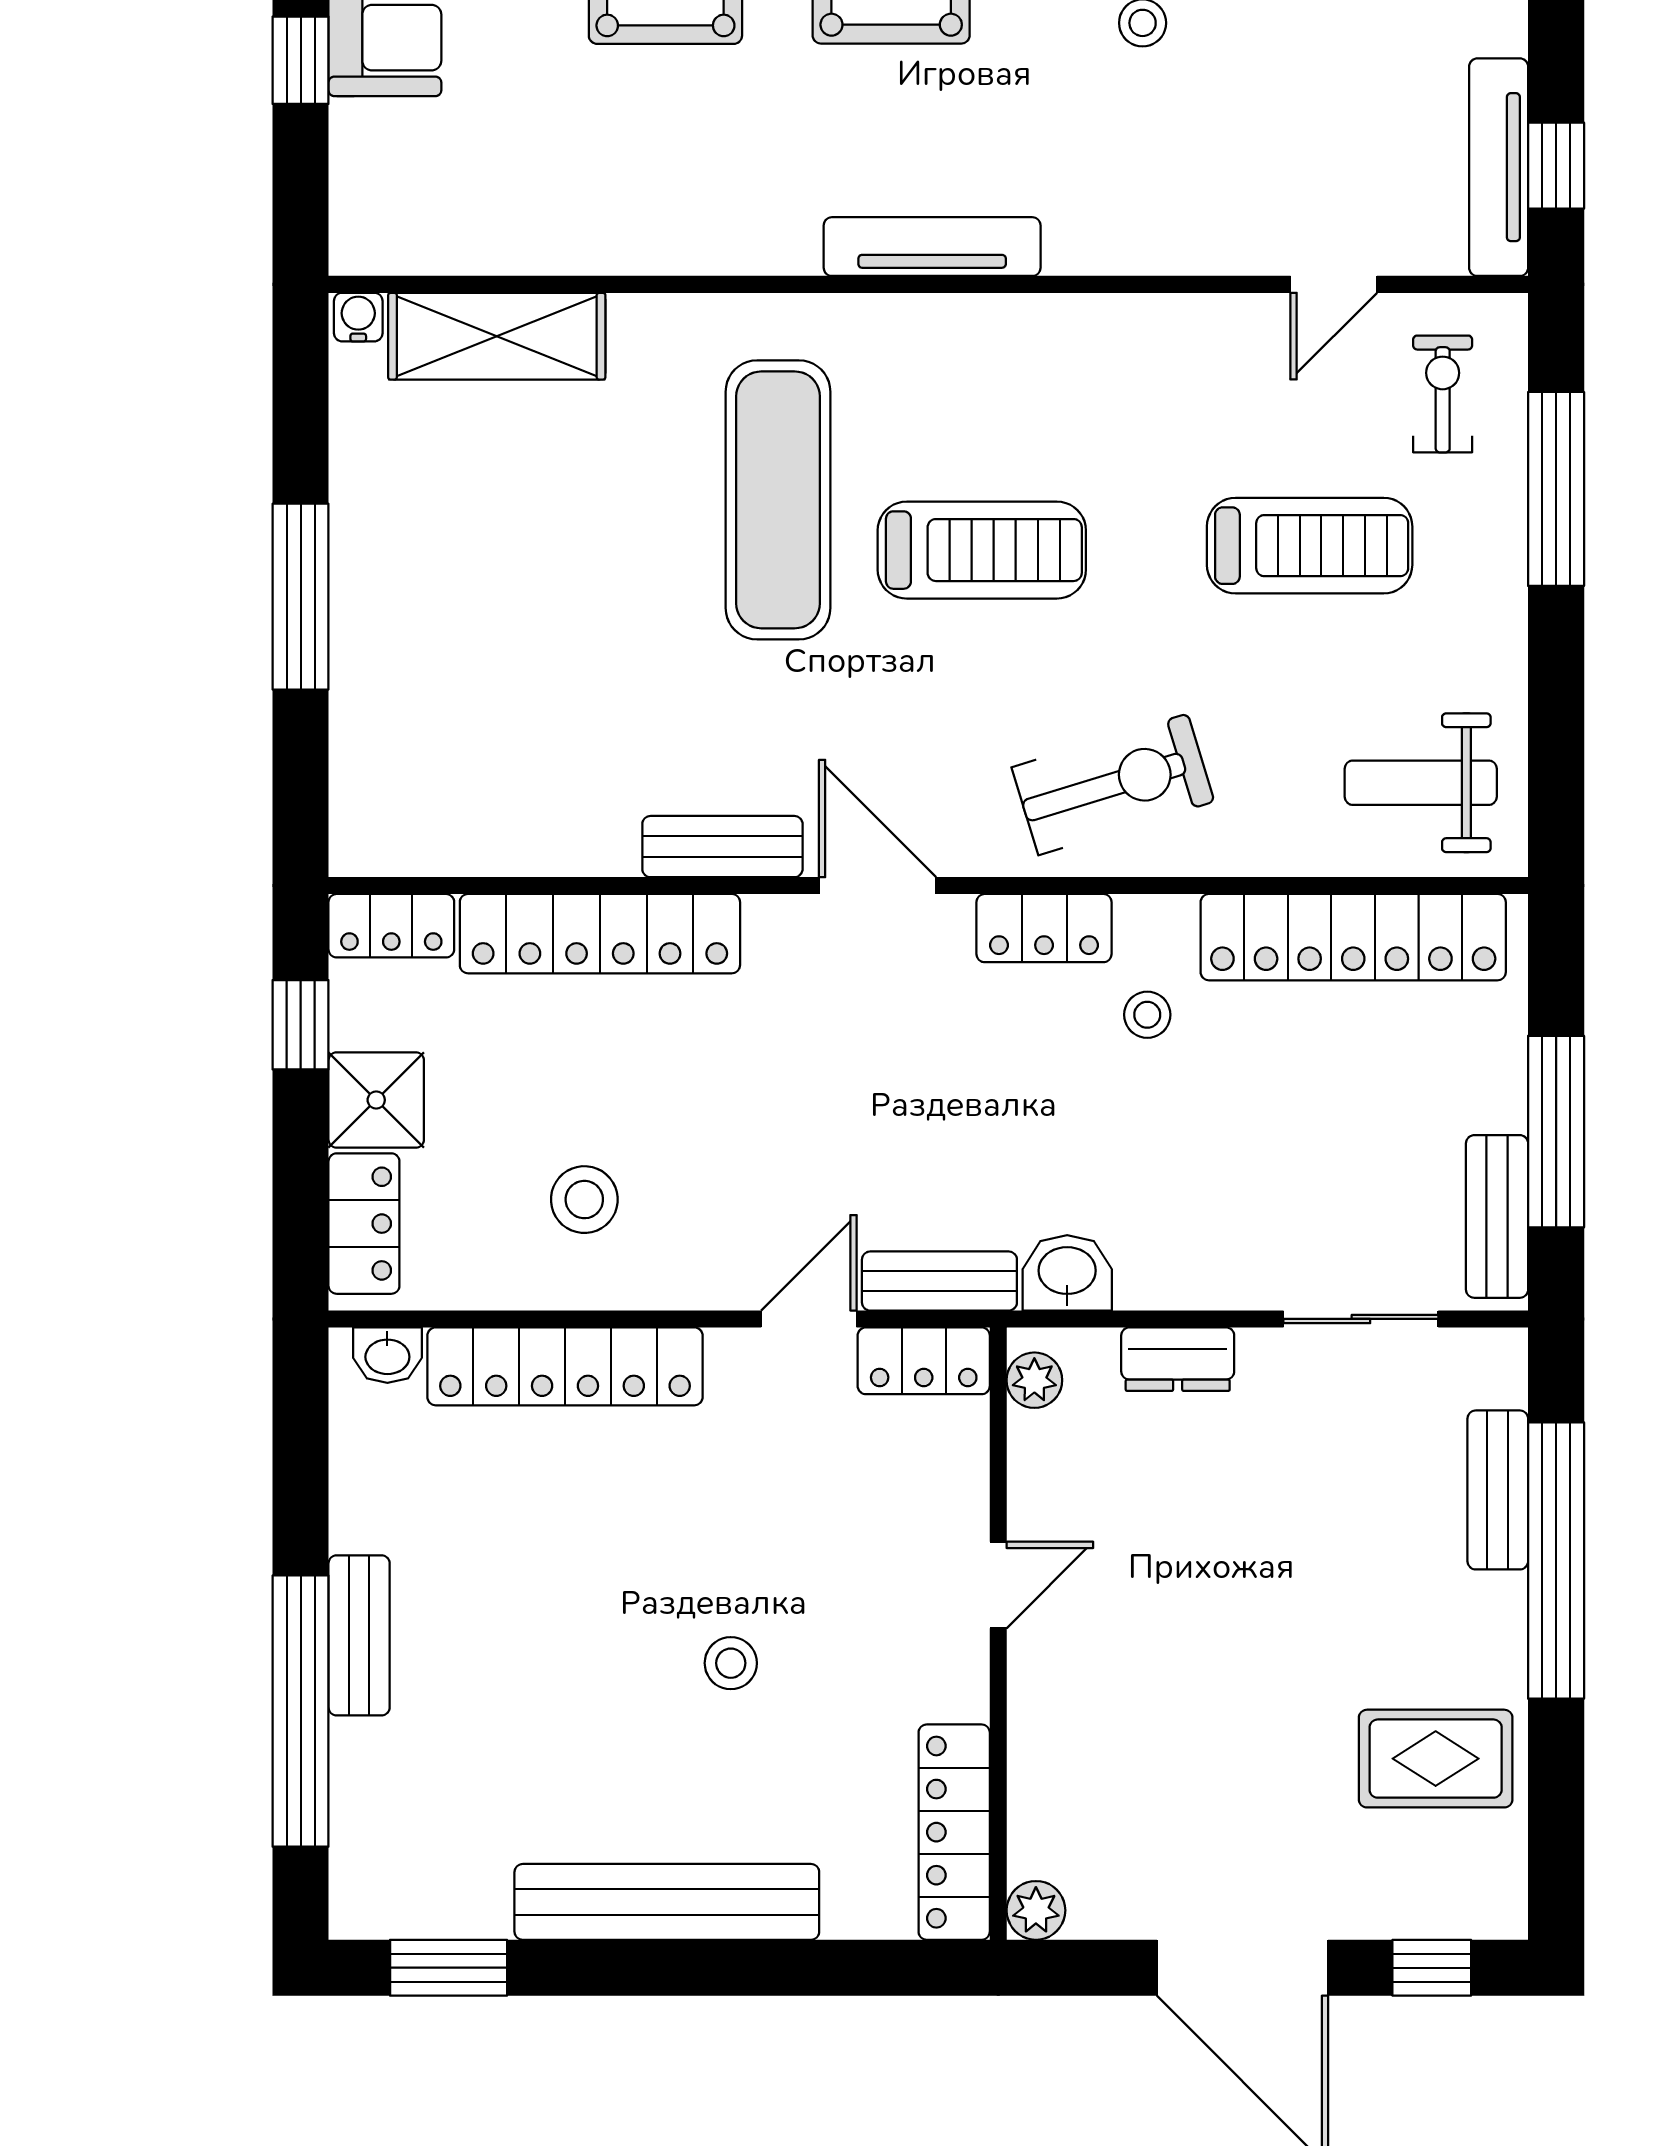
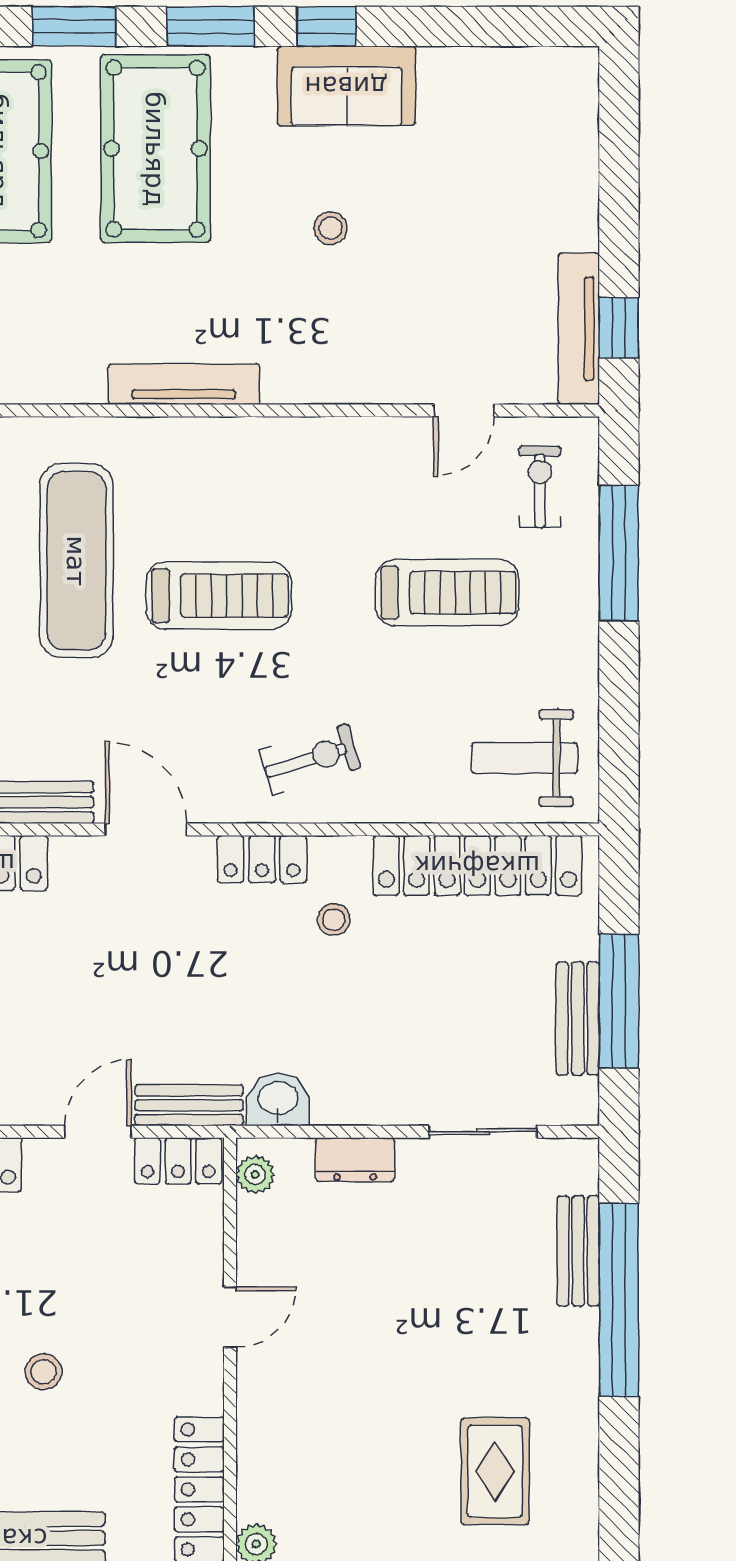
exercise bike: (1113, 784) -> (310, 759), width x0.73, depth x0.72
bench: (1497, 1216) -> (578, 1019), moved
rug: (1436, 1759) -> (495, 1471), moved, turned 90

